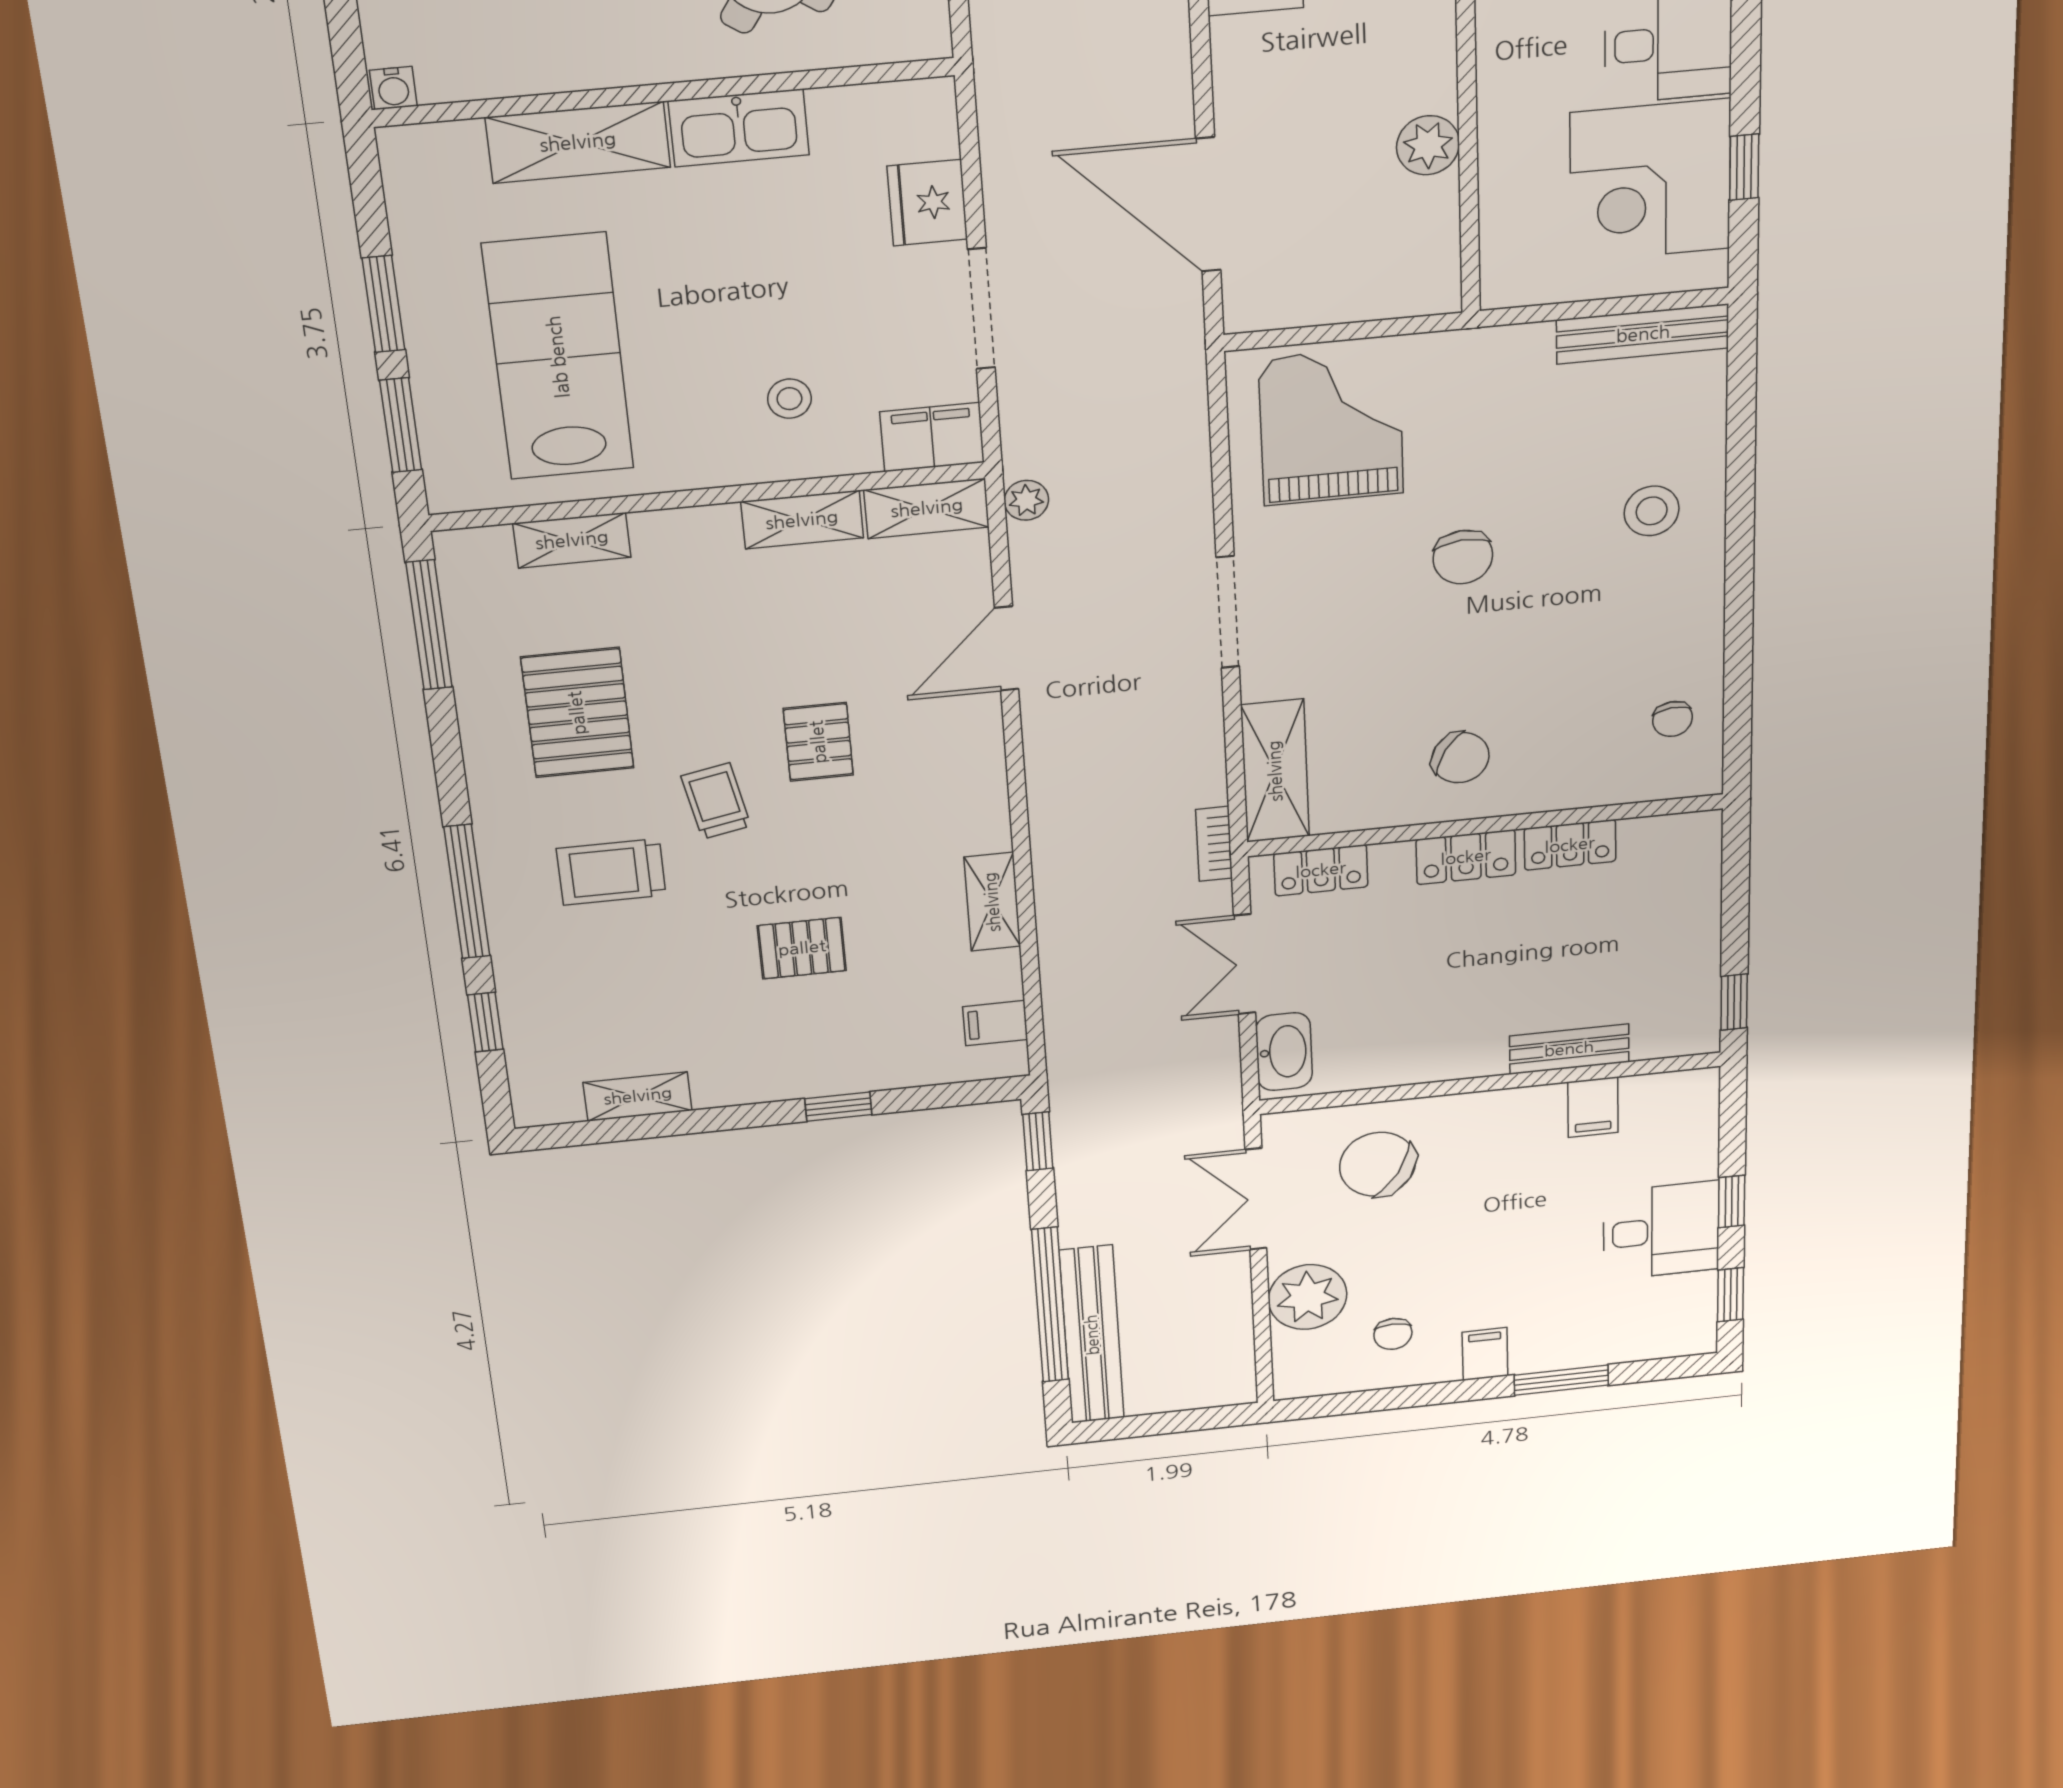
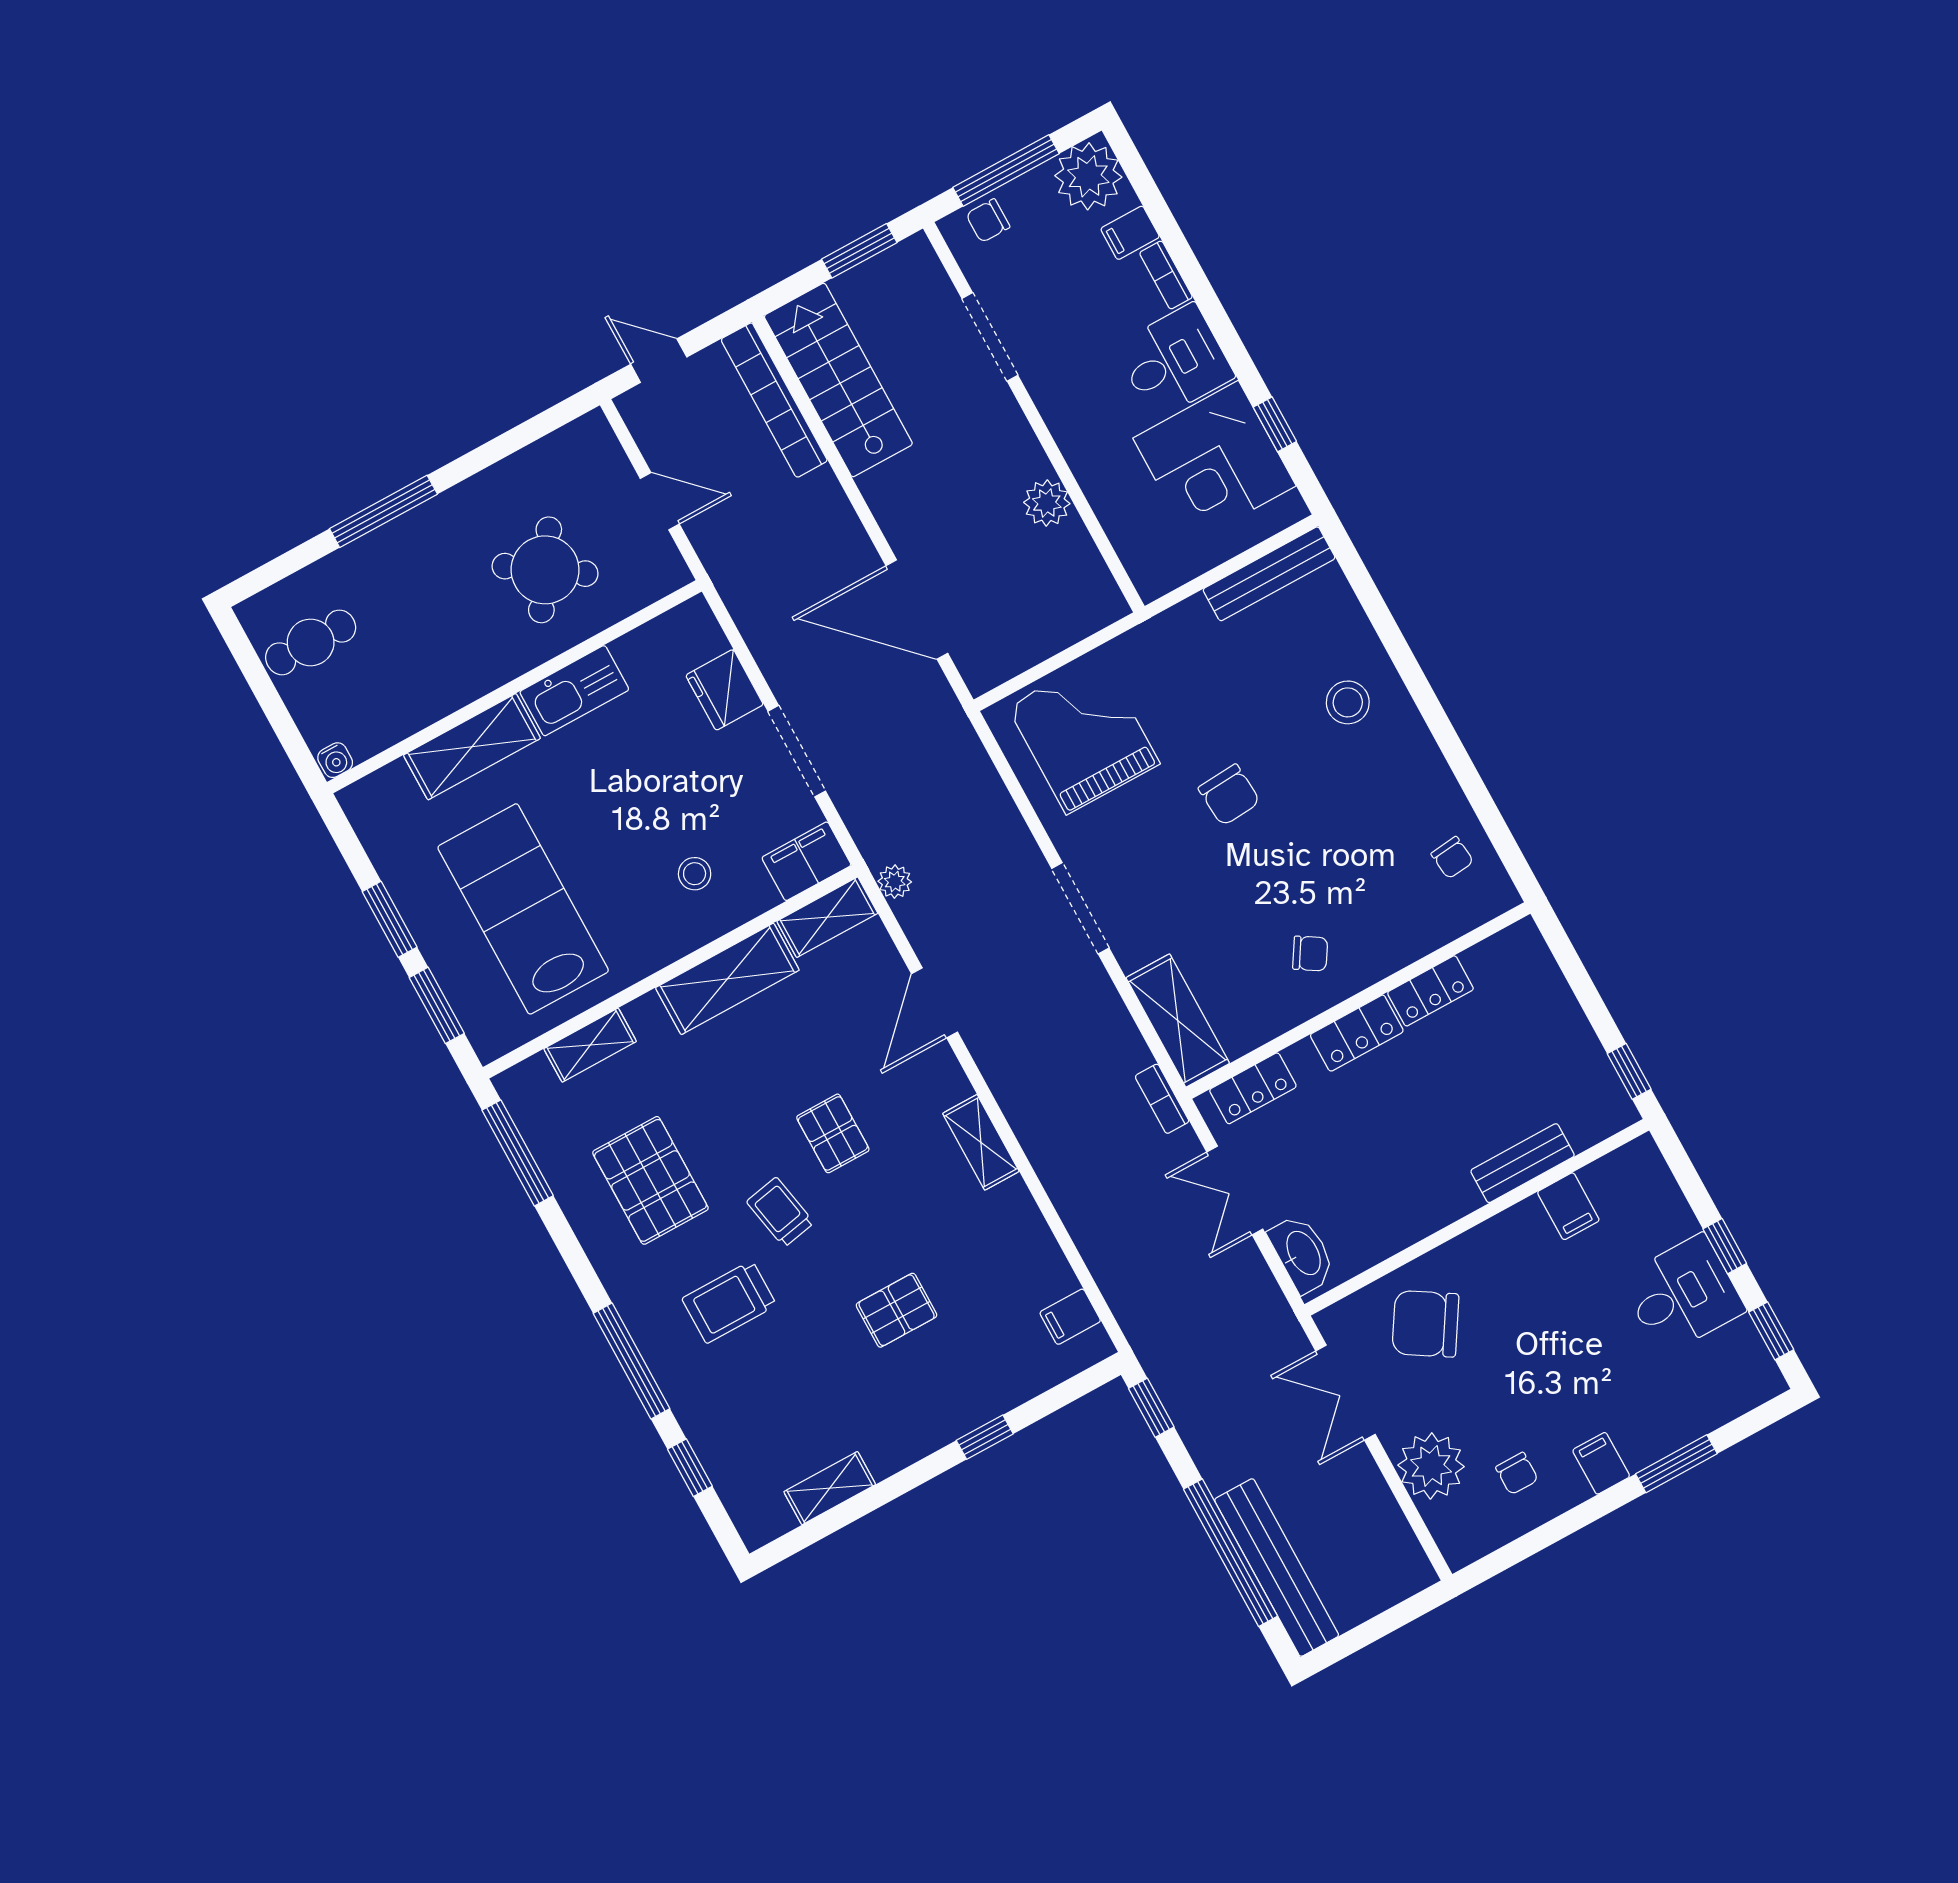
shelving: (802, 520) -> (727, 979), width x1.50, depth x1.33
chair: (1460, 758) -> (1310, 954), width x0.73, depth x0.73
shelving: (992, 902) -> (981, 1142), moved

